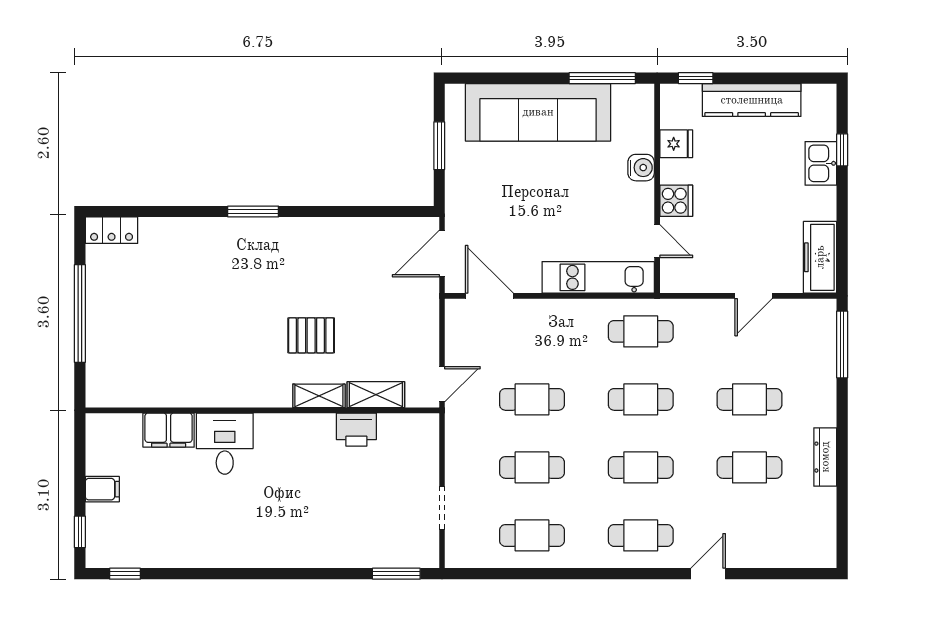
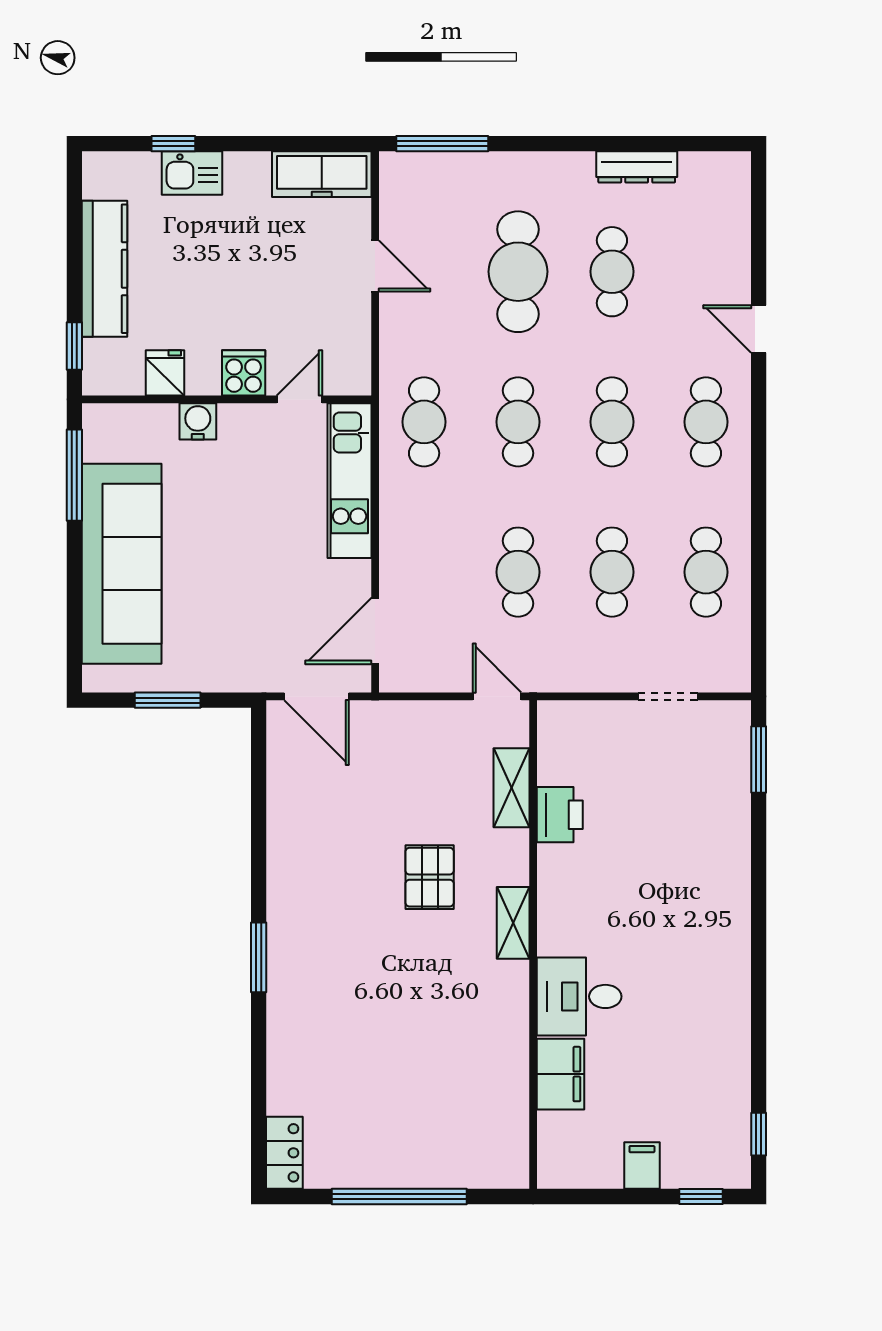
shelving: (319, 396) -> (513, 923), moved
cafe table: (749, 399) -> (518, 272), width x1.37, depth x1.35
dresser: (825, 457) -> (637, 167), moved

